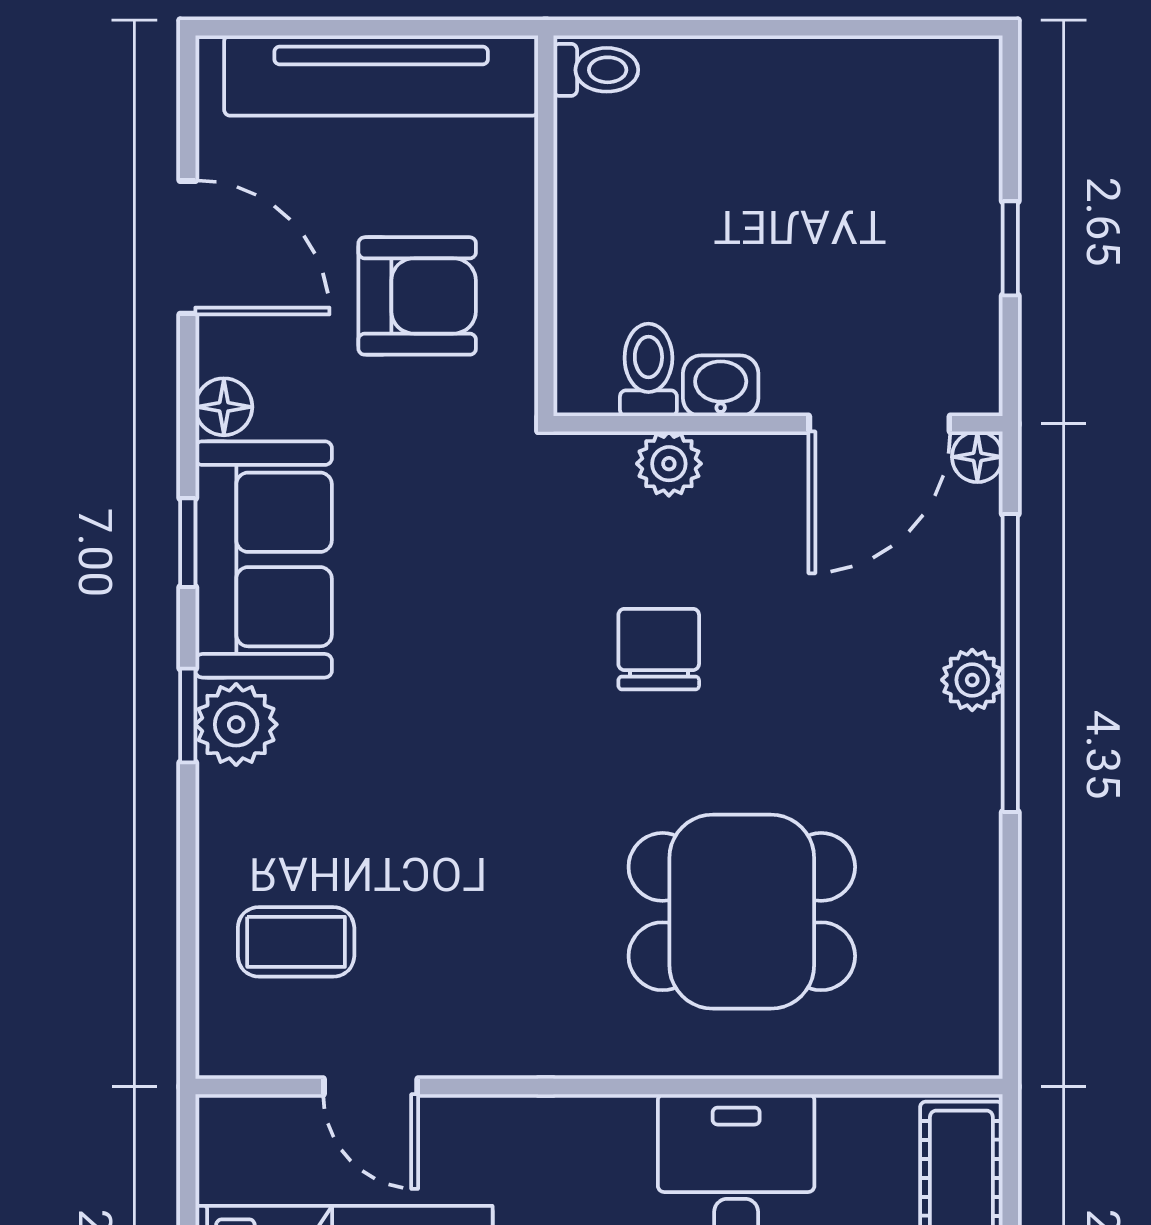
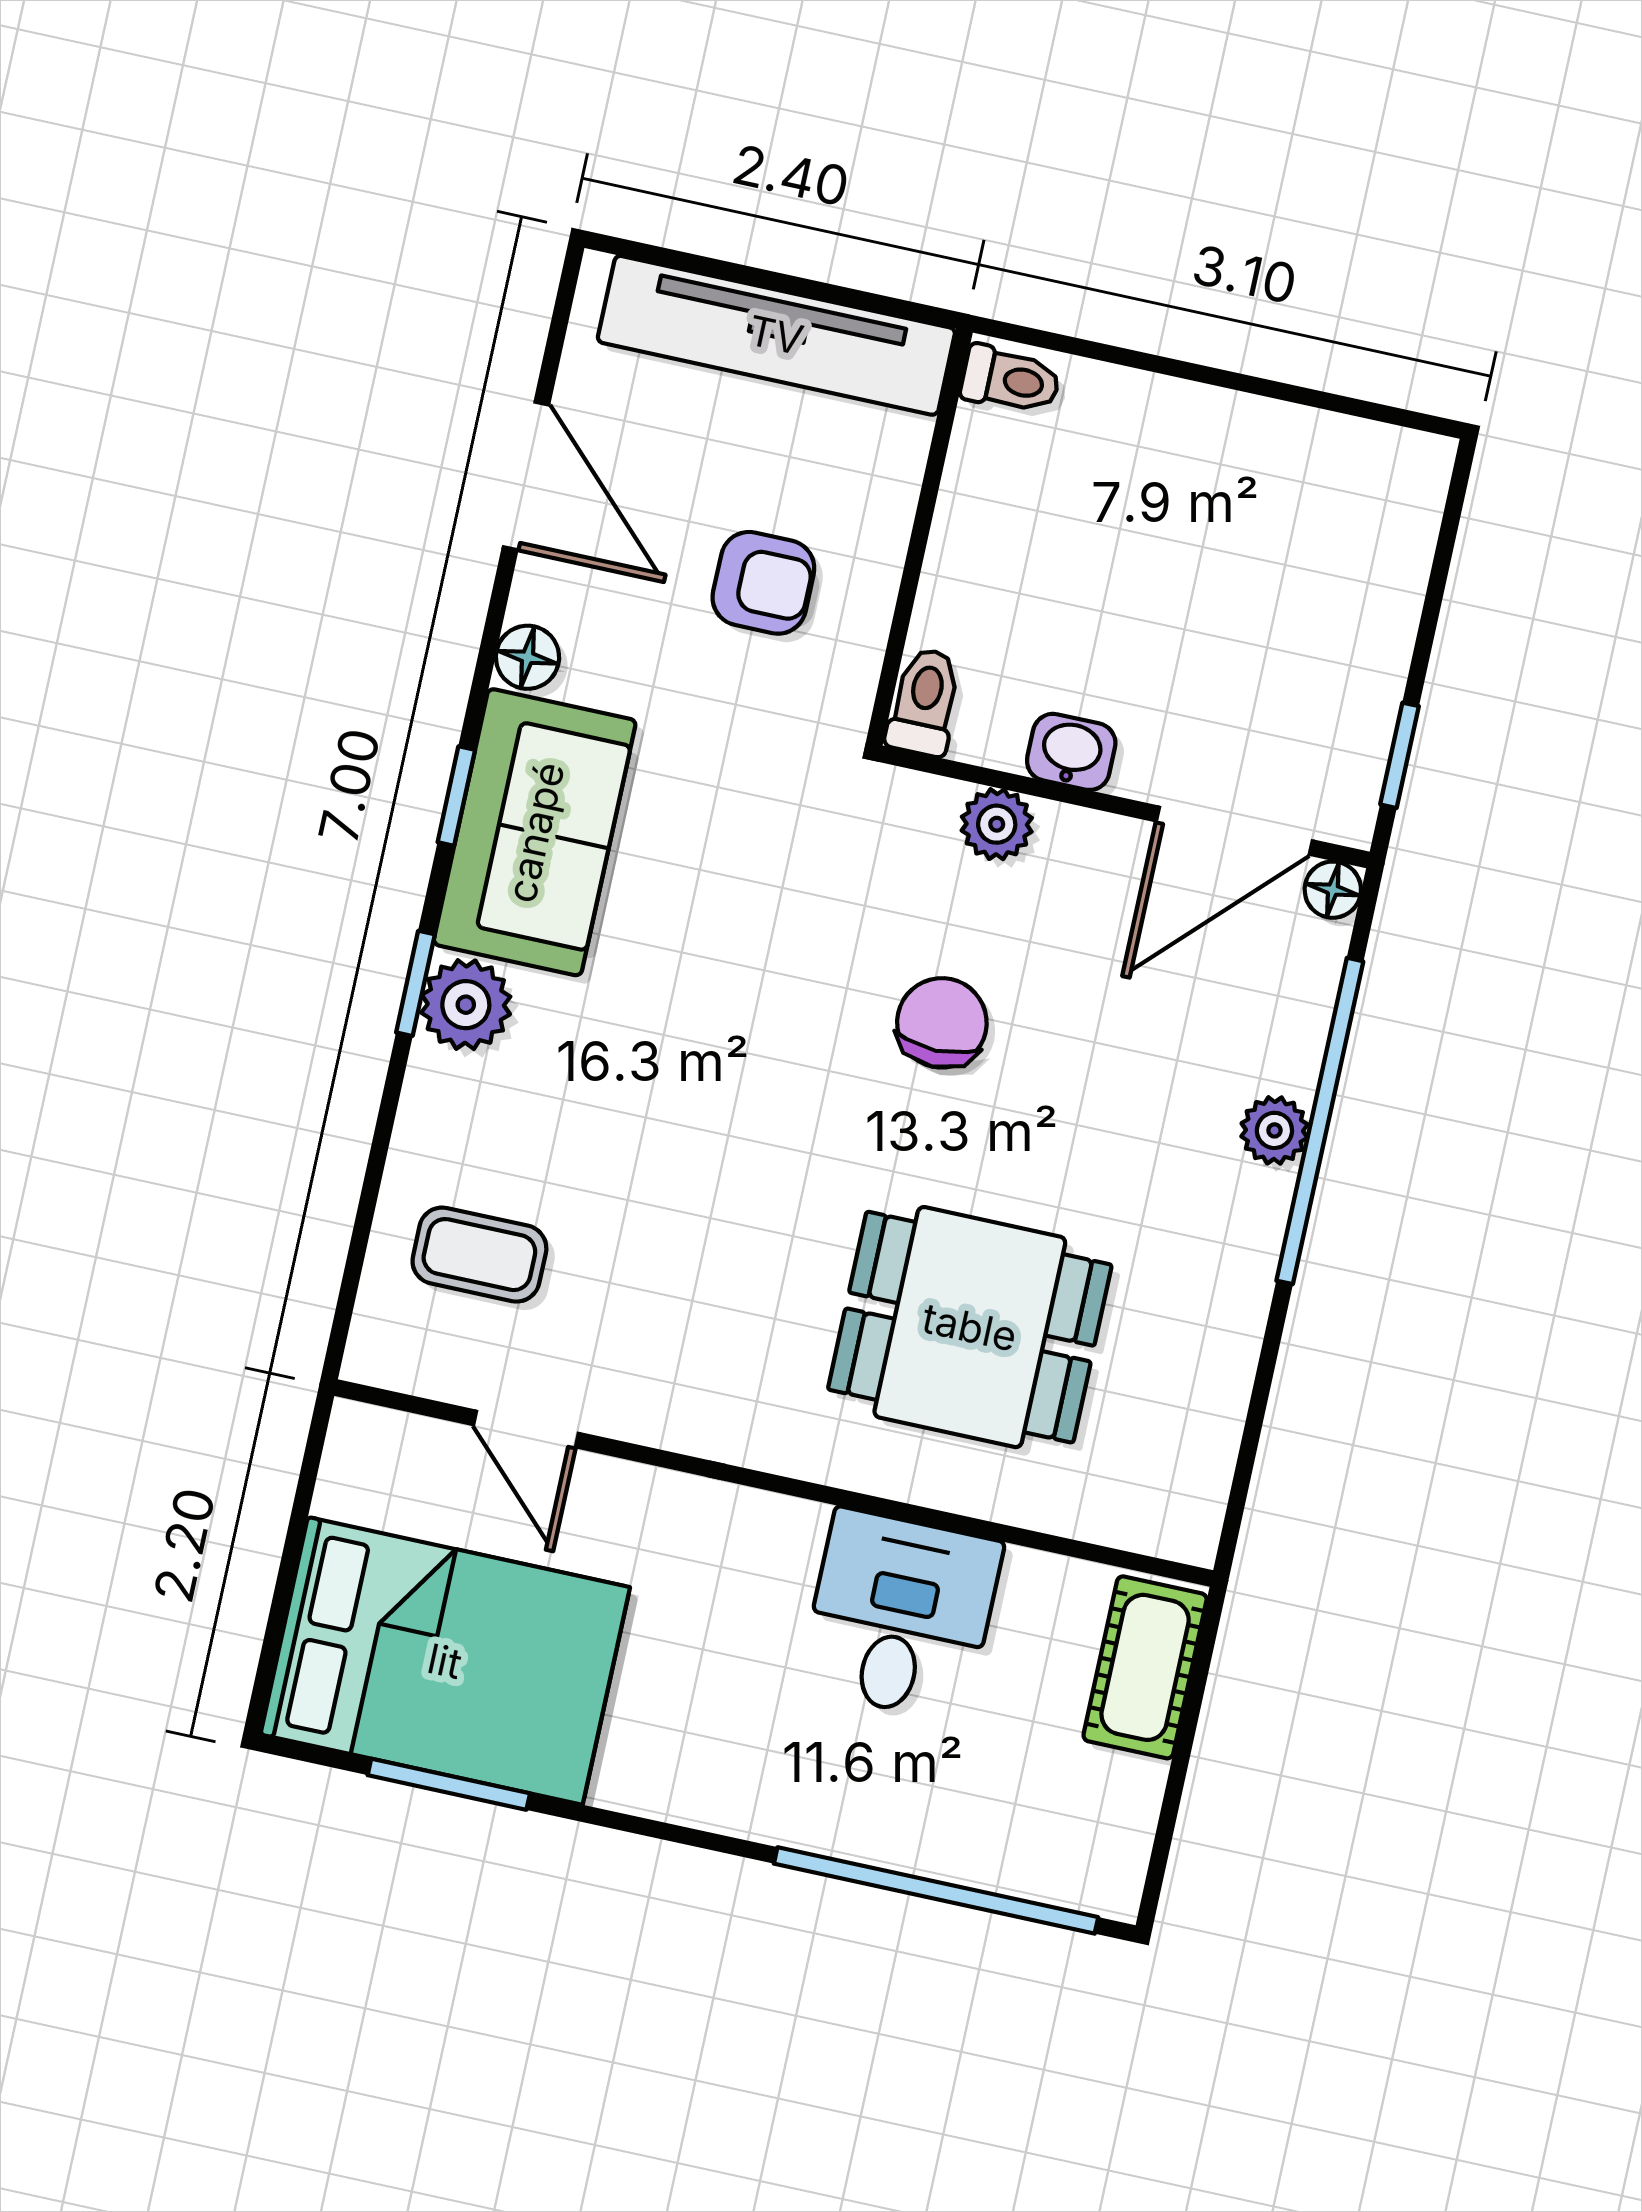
window: (1010, 248) -> (1400, 755), moved
armchair: (417, 296) -> (763, 583), width x0.72, depth x0.72
toilet: (648, 370) -> (924, 702), moved

